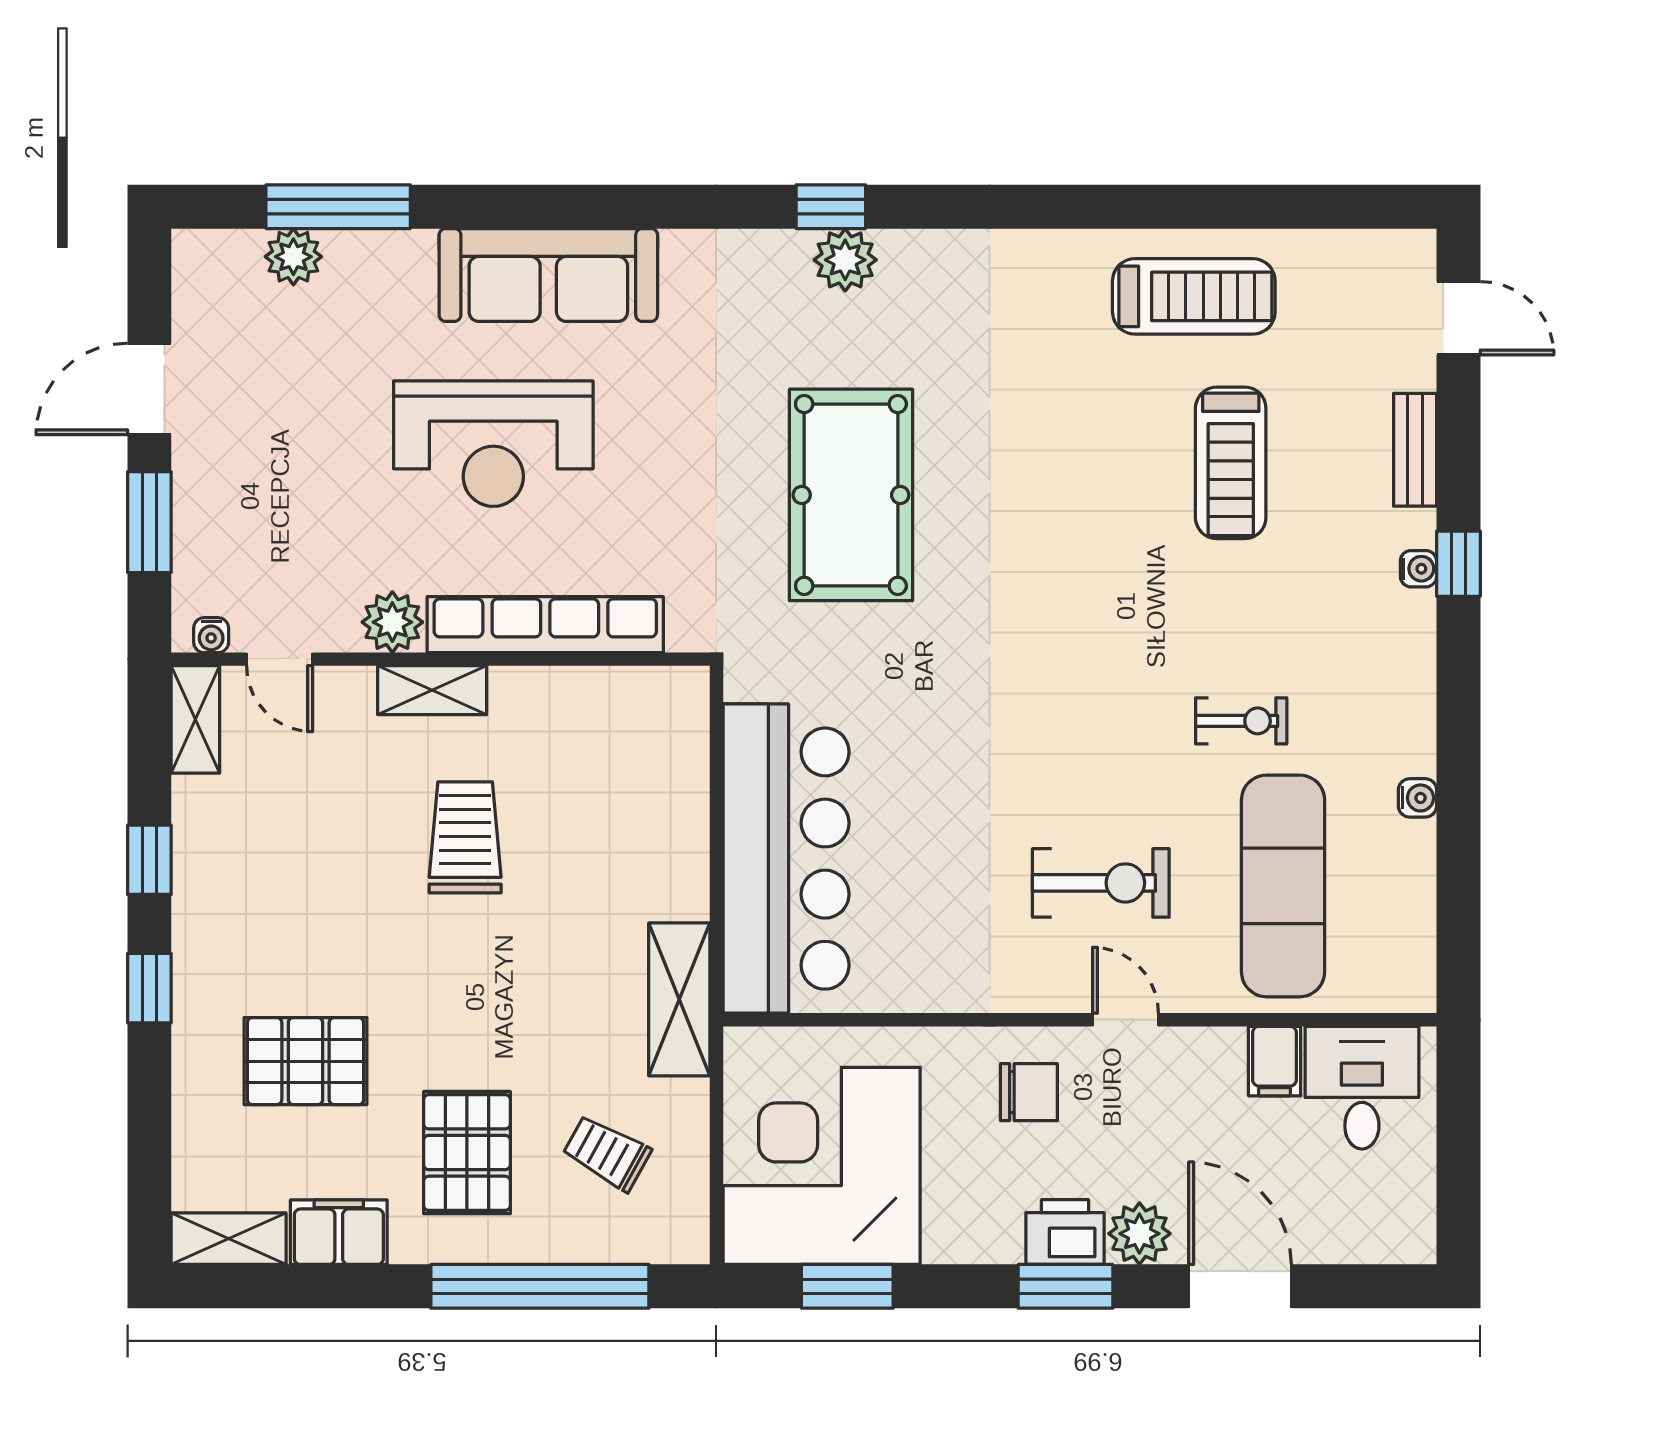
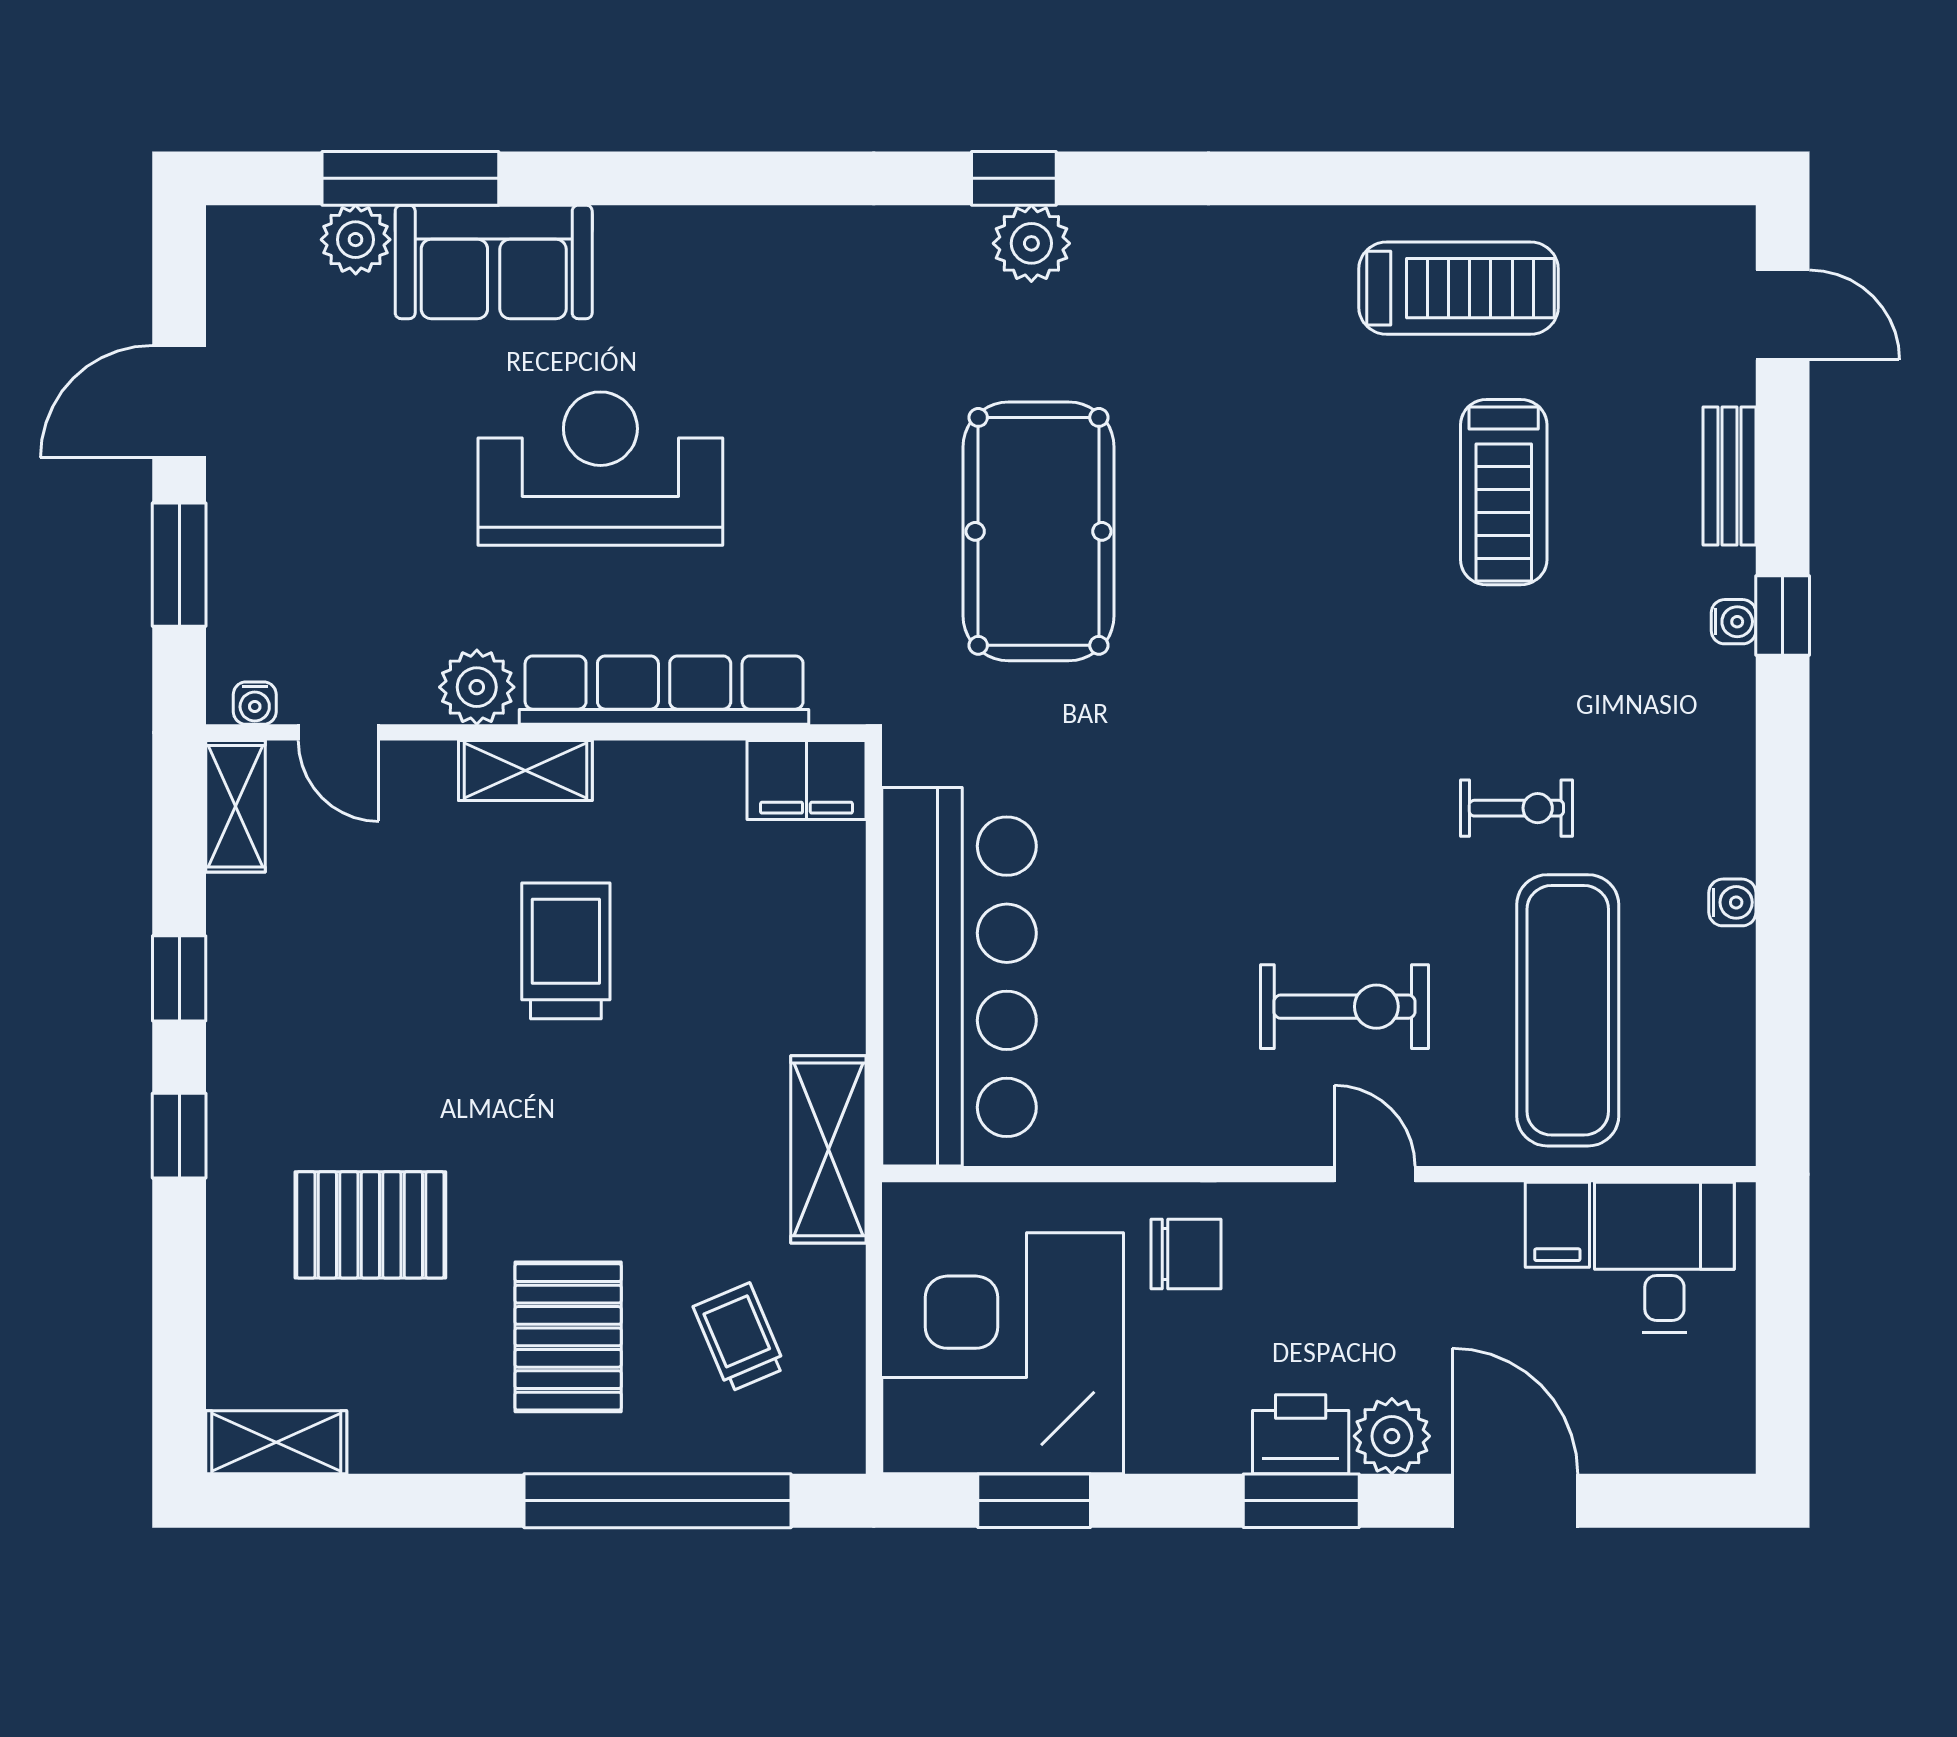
sofa: (548, 275) -> (494, 262), moved, width x0.73
reception desk: (493, 444) -> (600, 469), turned 180
chair: (1029, 1092) -> (1186, 1254), moved
trolley: (607, 1153) -> (739, 1337), turned 38
filing cabinet: (339, 1232) -> (806, 780), moved, turned 180

